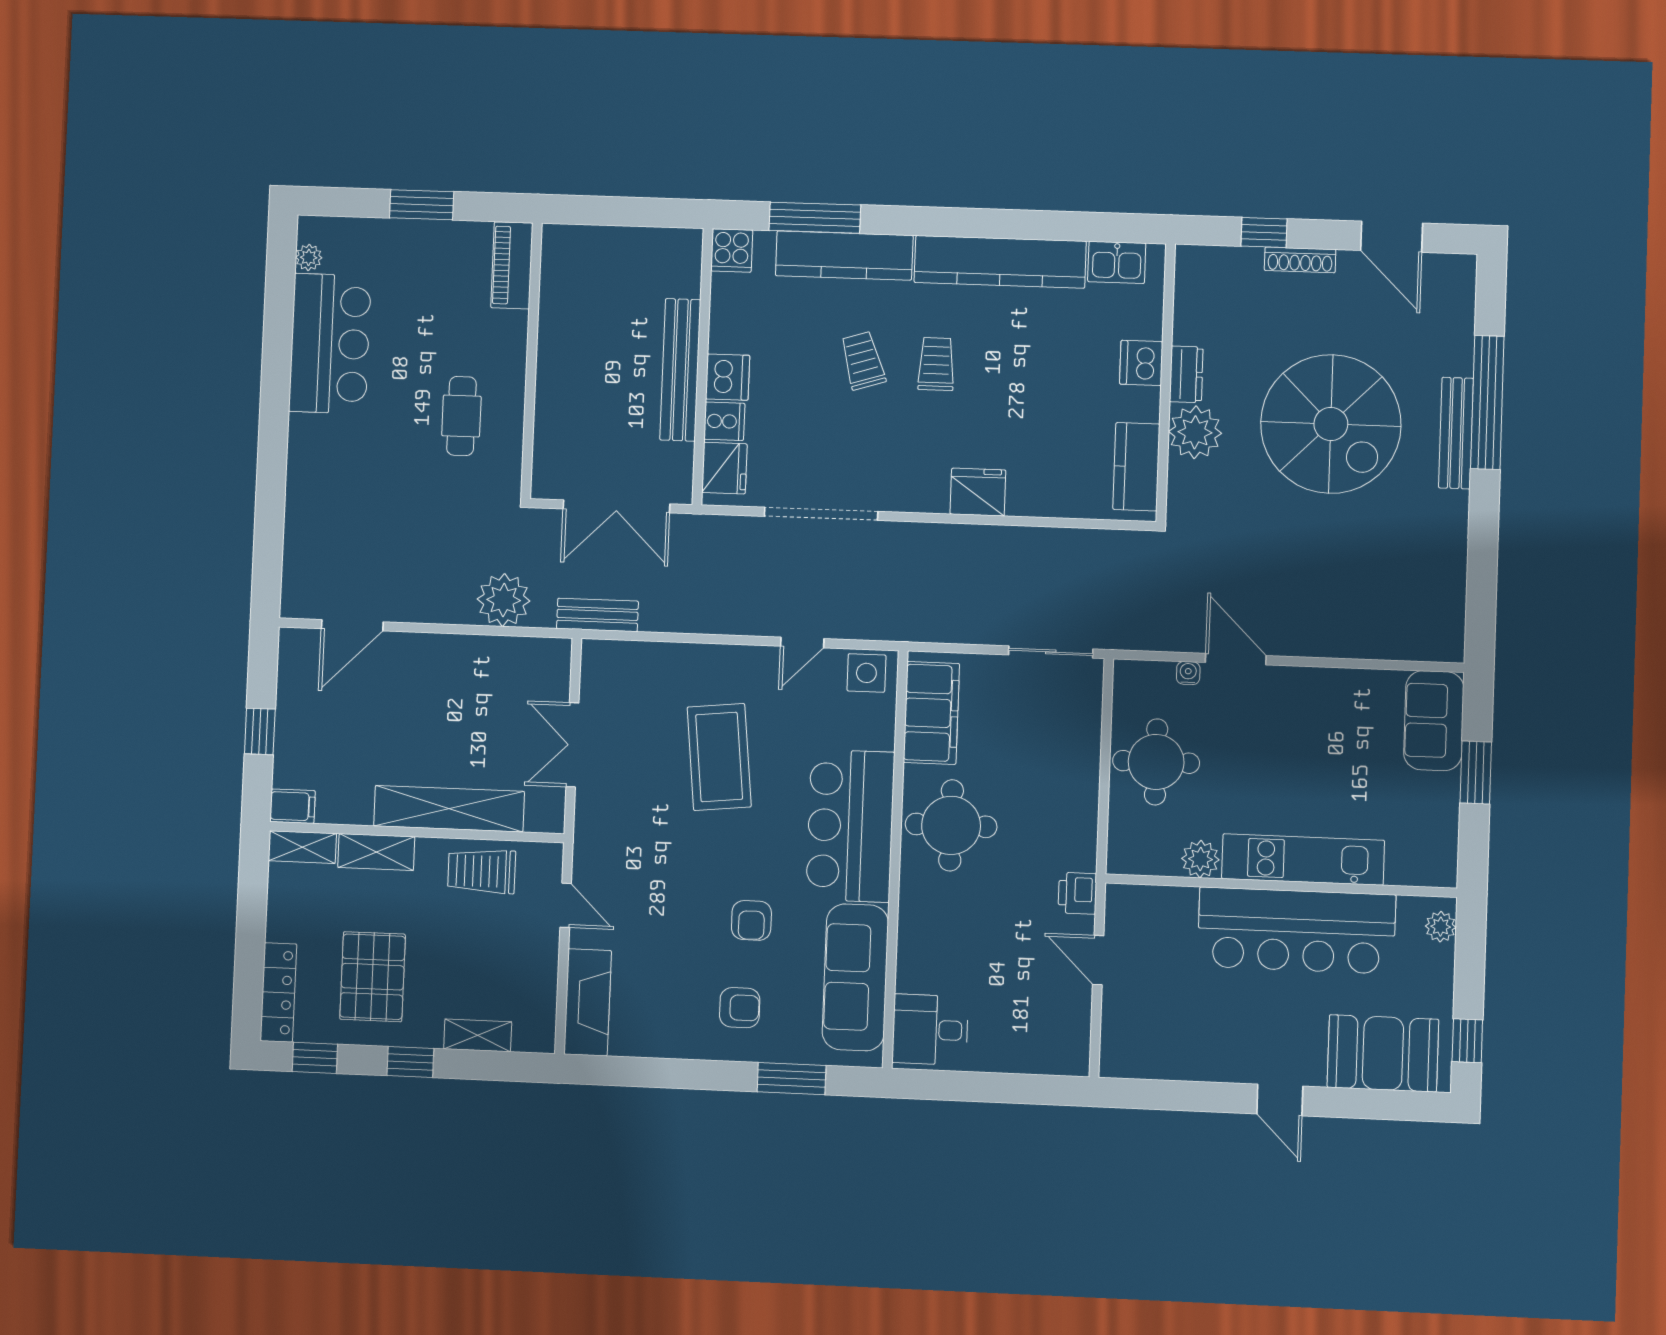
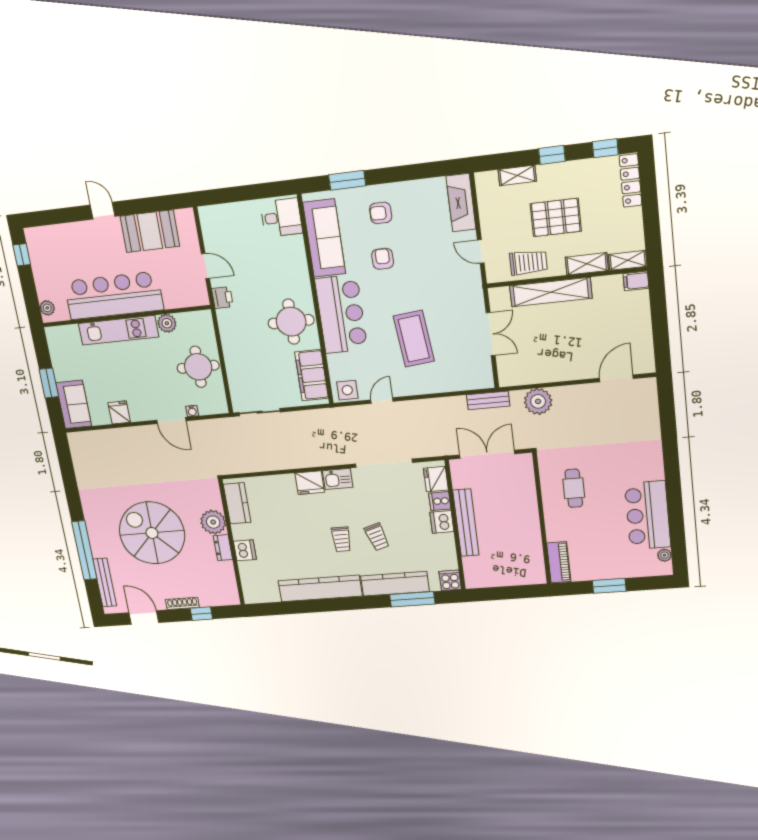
kitchen sink: (1117, 262) -> (338, 479), moved, turned 180
bench: (1456, 433) -> (105, 582), moved
fridge: (1341, 691) -> (119, 412), added
window: (260, 731) -> (659, 317), removed
pallet: (373, 977) -> (556, 217), moved, turned 90
booth: (1383, 1053) -> (150, 231), moved

